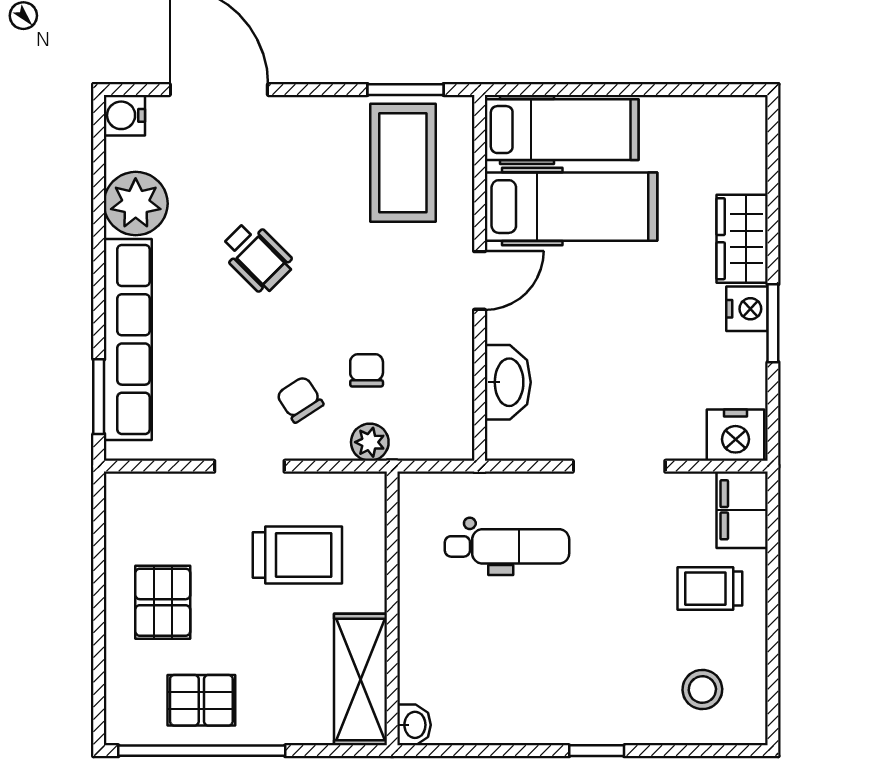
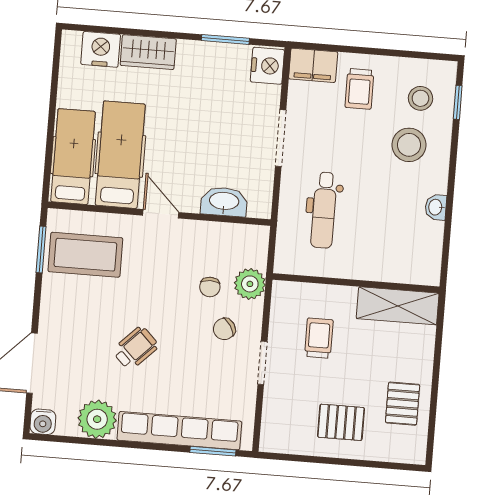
nightstand: (747, 309) -> (101, 49), moved, width x1.36, depth x1.33
window: (773, 323) -> (225, 39), moved
chair: (367, 370) -> (210, 287), turned -90
plant: (370, 442) -> (250, 284), width x1.38, depth x1.38
dental chair: (507, 546) -> (324, 210), turned 180
trolley: (297, 555) -> (319, 338), width x0.73, depth x0.72
stool: (625, 677) -> (409, 145), added
washbasin: (414, 725) -> (436, 207), moved, turned -90
window: (202, 751) -> (433, 406), removed
window: (597, 751) -> (458, 102), moved

